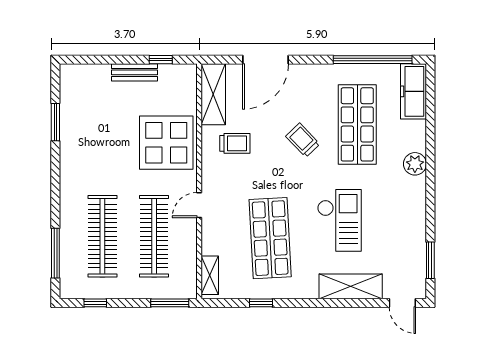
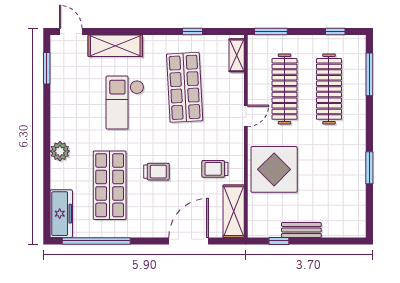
window: (55, 122) -> (369, 168), moved
trolley: (303, 140) -> (157, 172), turned -46

